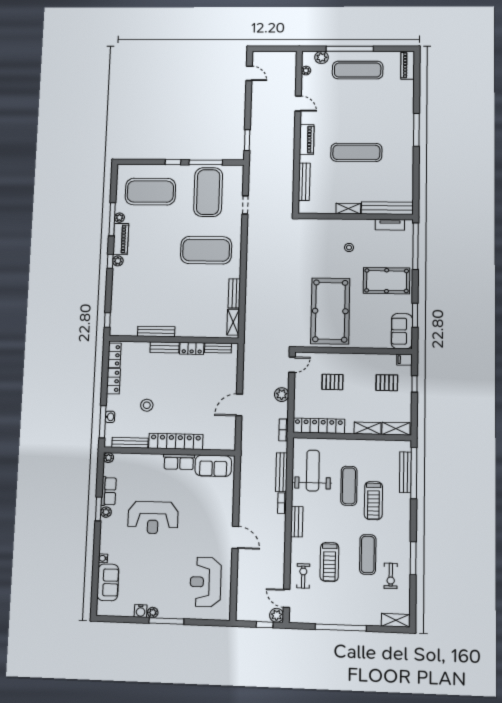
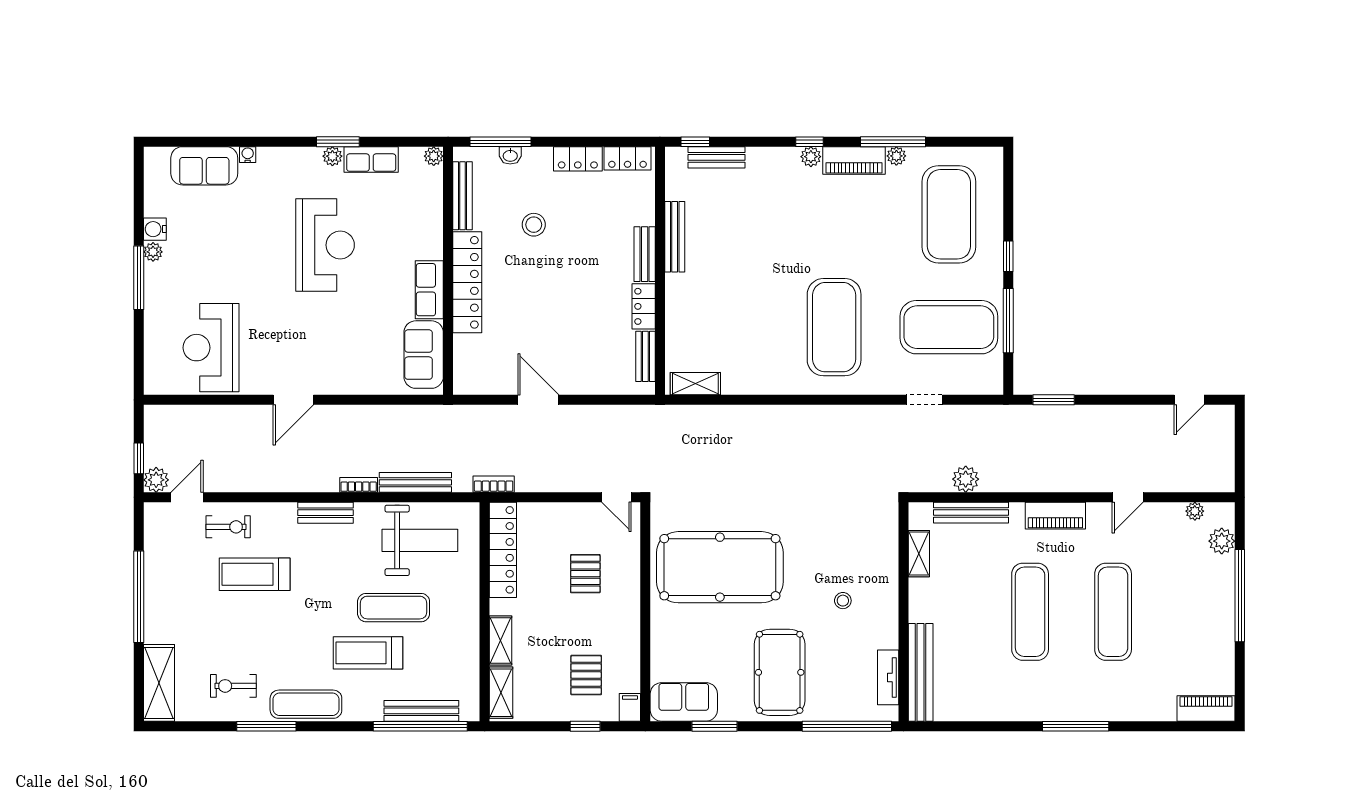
exercise mat: (358, 70) -> (1113, 612), moved
shelving: (348, 209) -> (919, 554), moved
bench: (234, 293) -> (717, 157), moved
plant: (282, 395) -> (966, 479), moved
reception desk: (153, 518) -> (325, 245), turned 180
exercise mat: (368, 554) -> (306, 704), moved
reception desk: (206, 582) -> (211, 348), turned -90
shelving: (396, 620) -> (159, 683), width x1.50, depth x1.33

